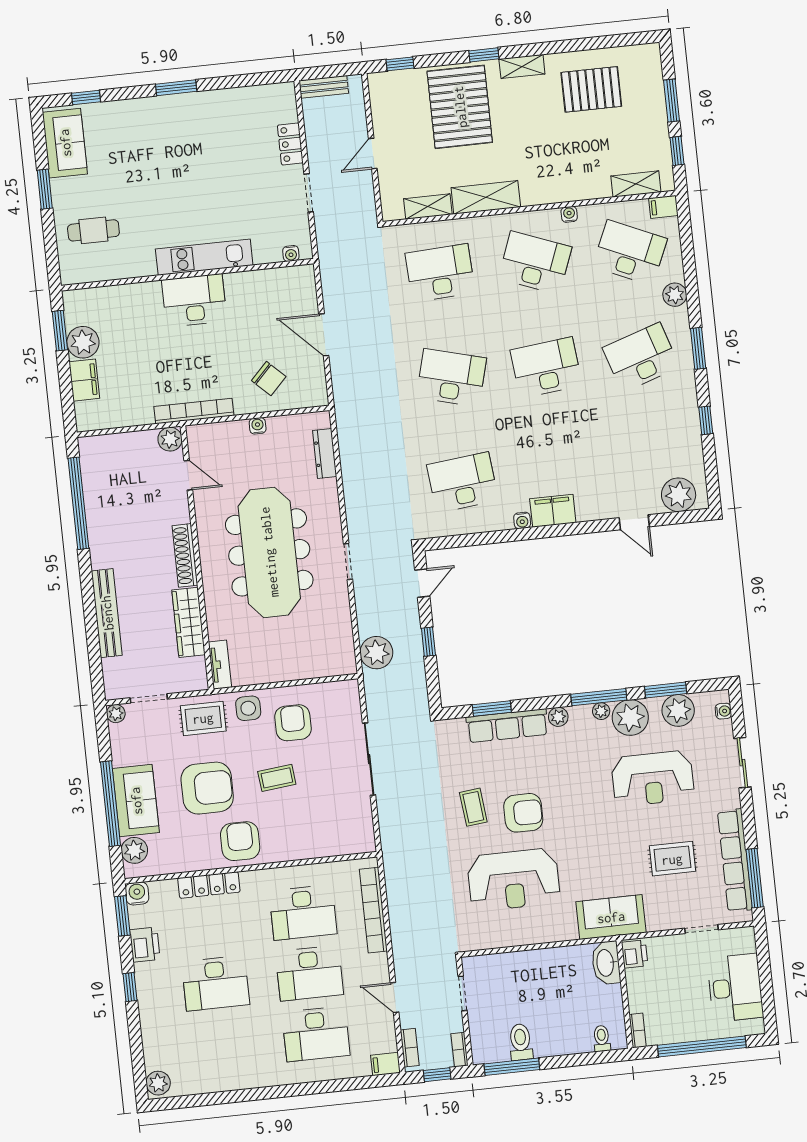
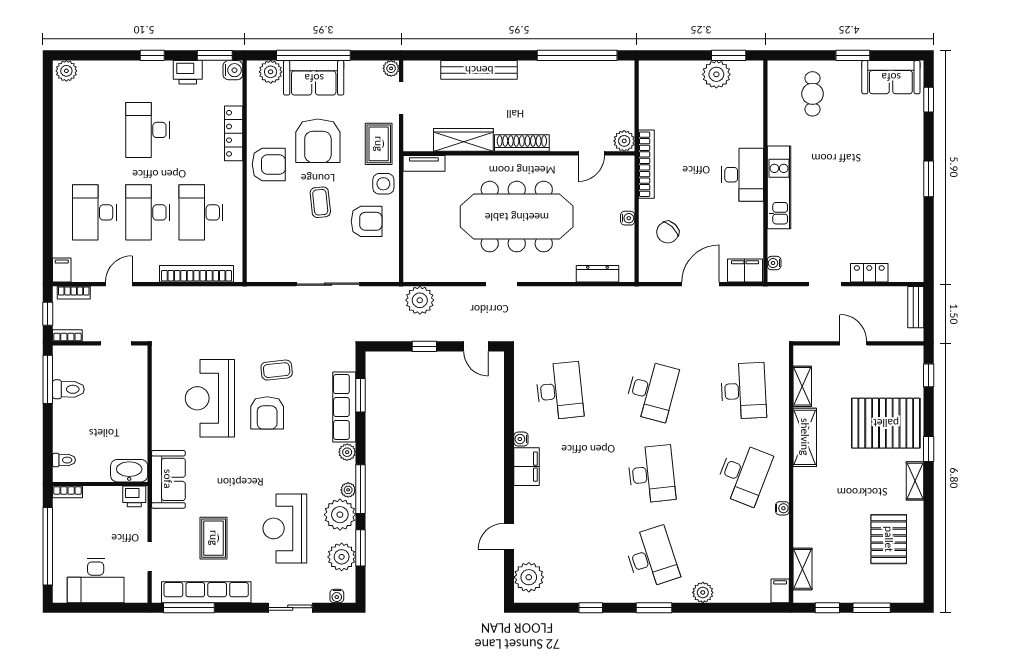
desk: (630, 253) -> (744, 557), removed
filing cabinet: (84, 380) -> (745, 270), moved, turned 180

